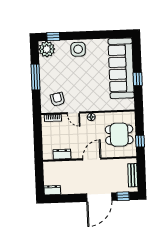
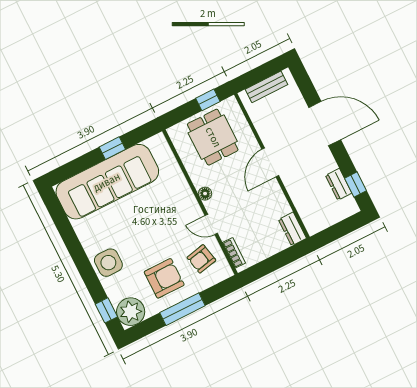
armchair: (56, 75) -> (164, 278), added
door: (73, 113) -> (211, 224), swing flipped
dresser: (62, 154) -> (292, 229), moved
door: (92, 159) -> (270, 162), hinge flipped
dresser: (52, 190) -> (339, 184), moved
window: (123, 196) -> (356, 185), moved

